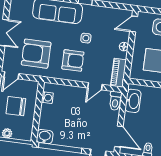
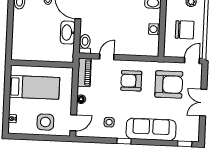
side table: (86, 38) -> (109, 122), moved
washing machine: (47, 98) -> (154, 29), moved
washbasin: (133, 101) -> (68, 33), moved

